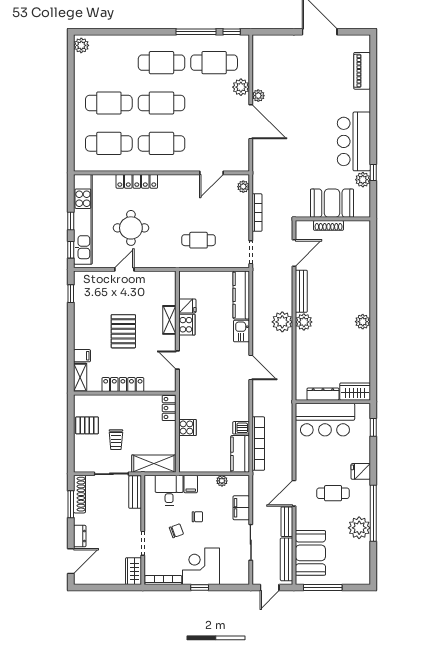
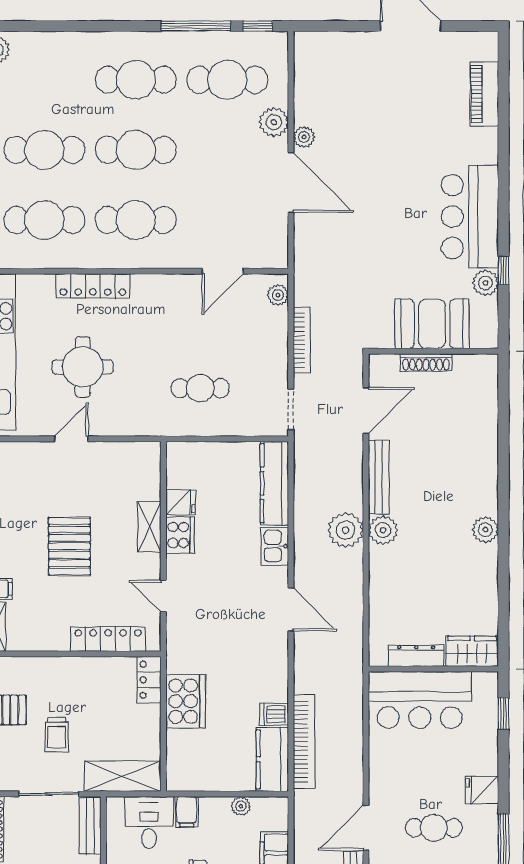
locker: (123, 385) -> (108, 639), moved
cooker: (187, 427) -> (186, 701), width x1.87, depth x1.31

